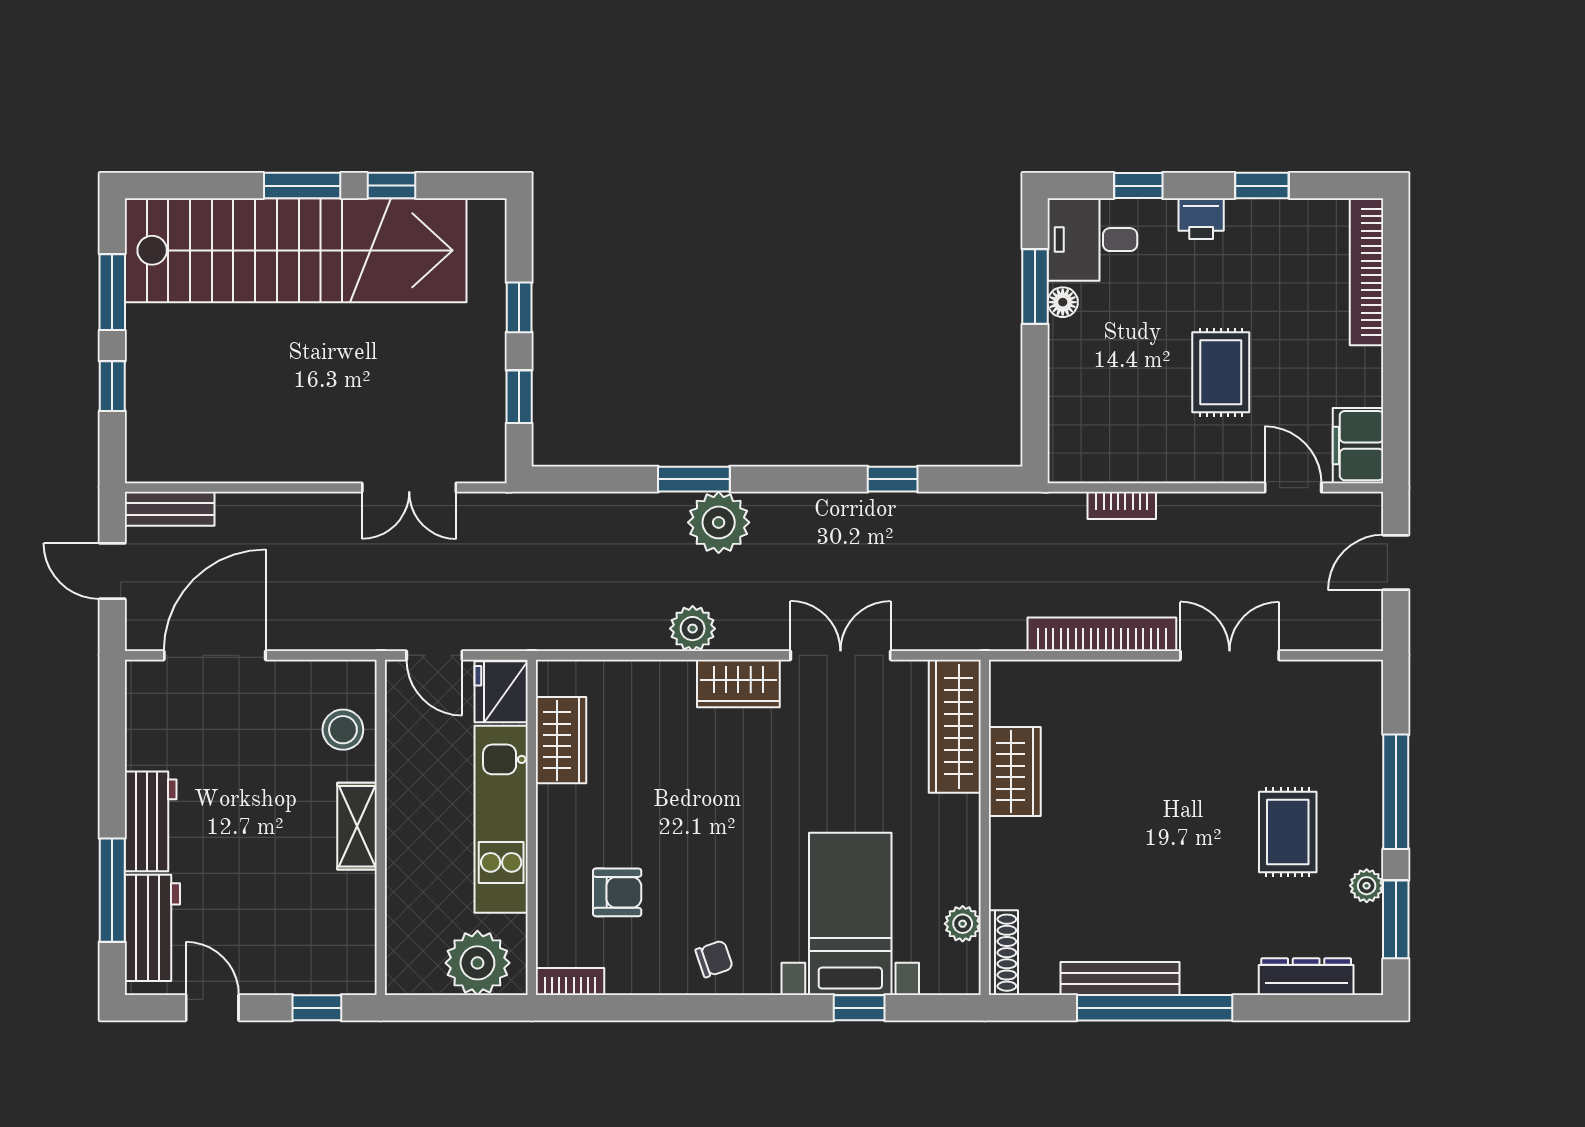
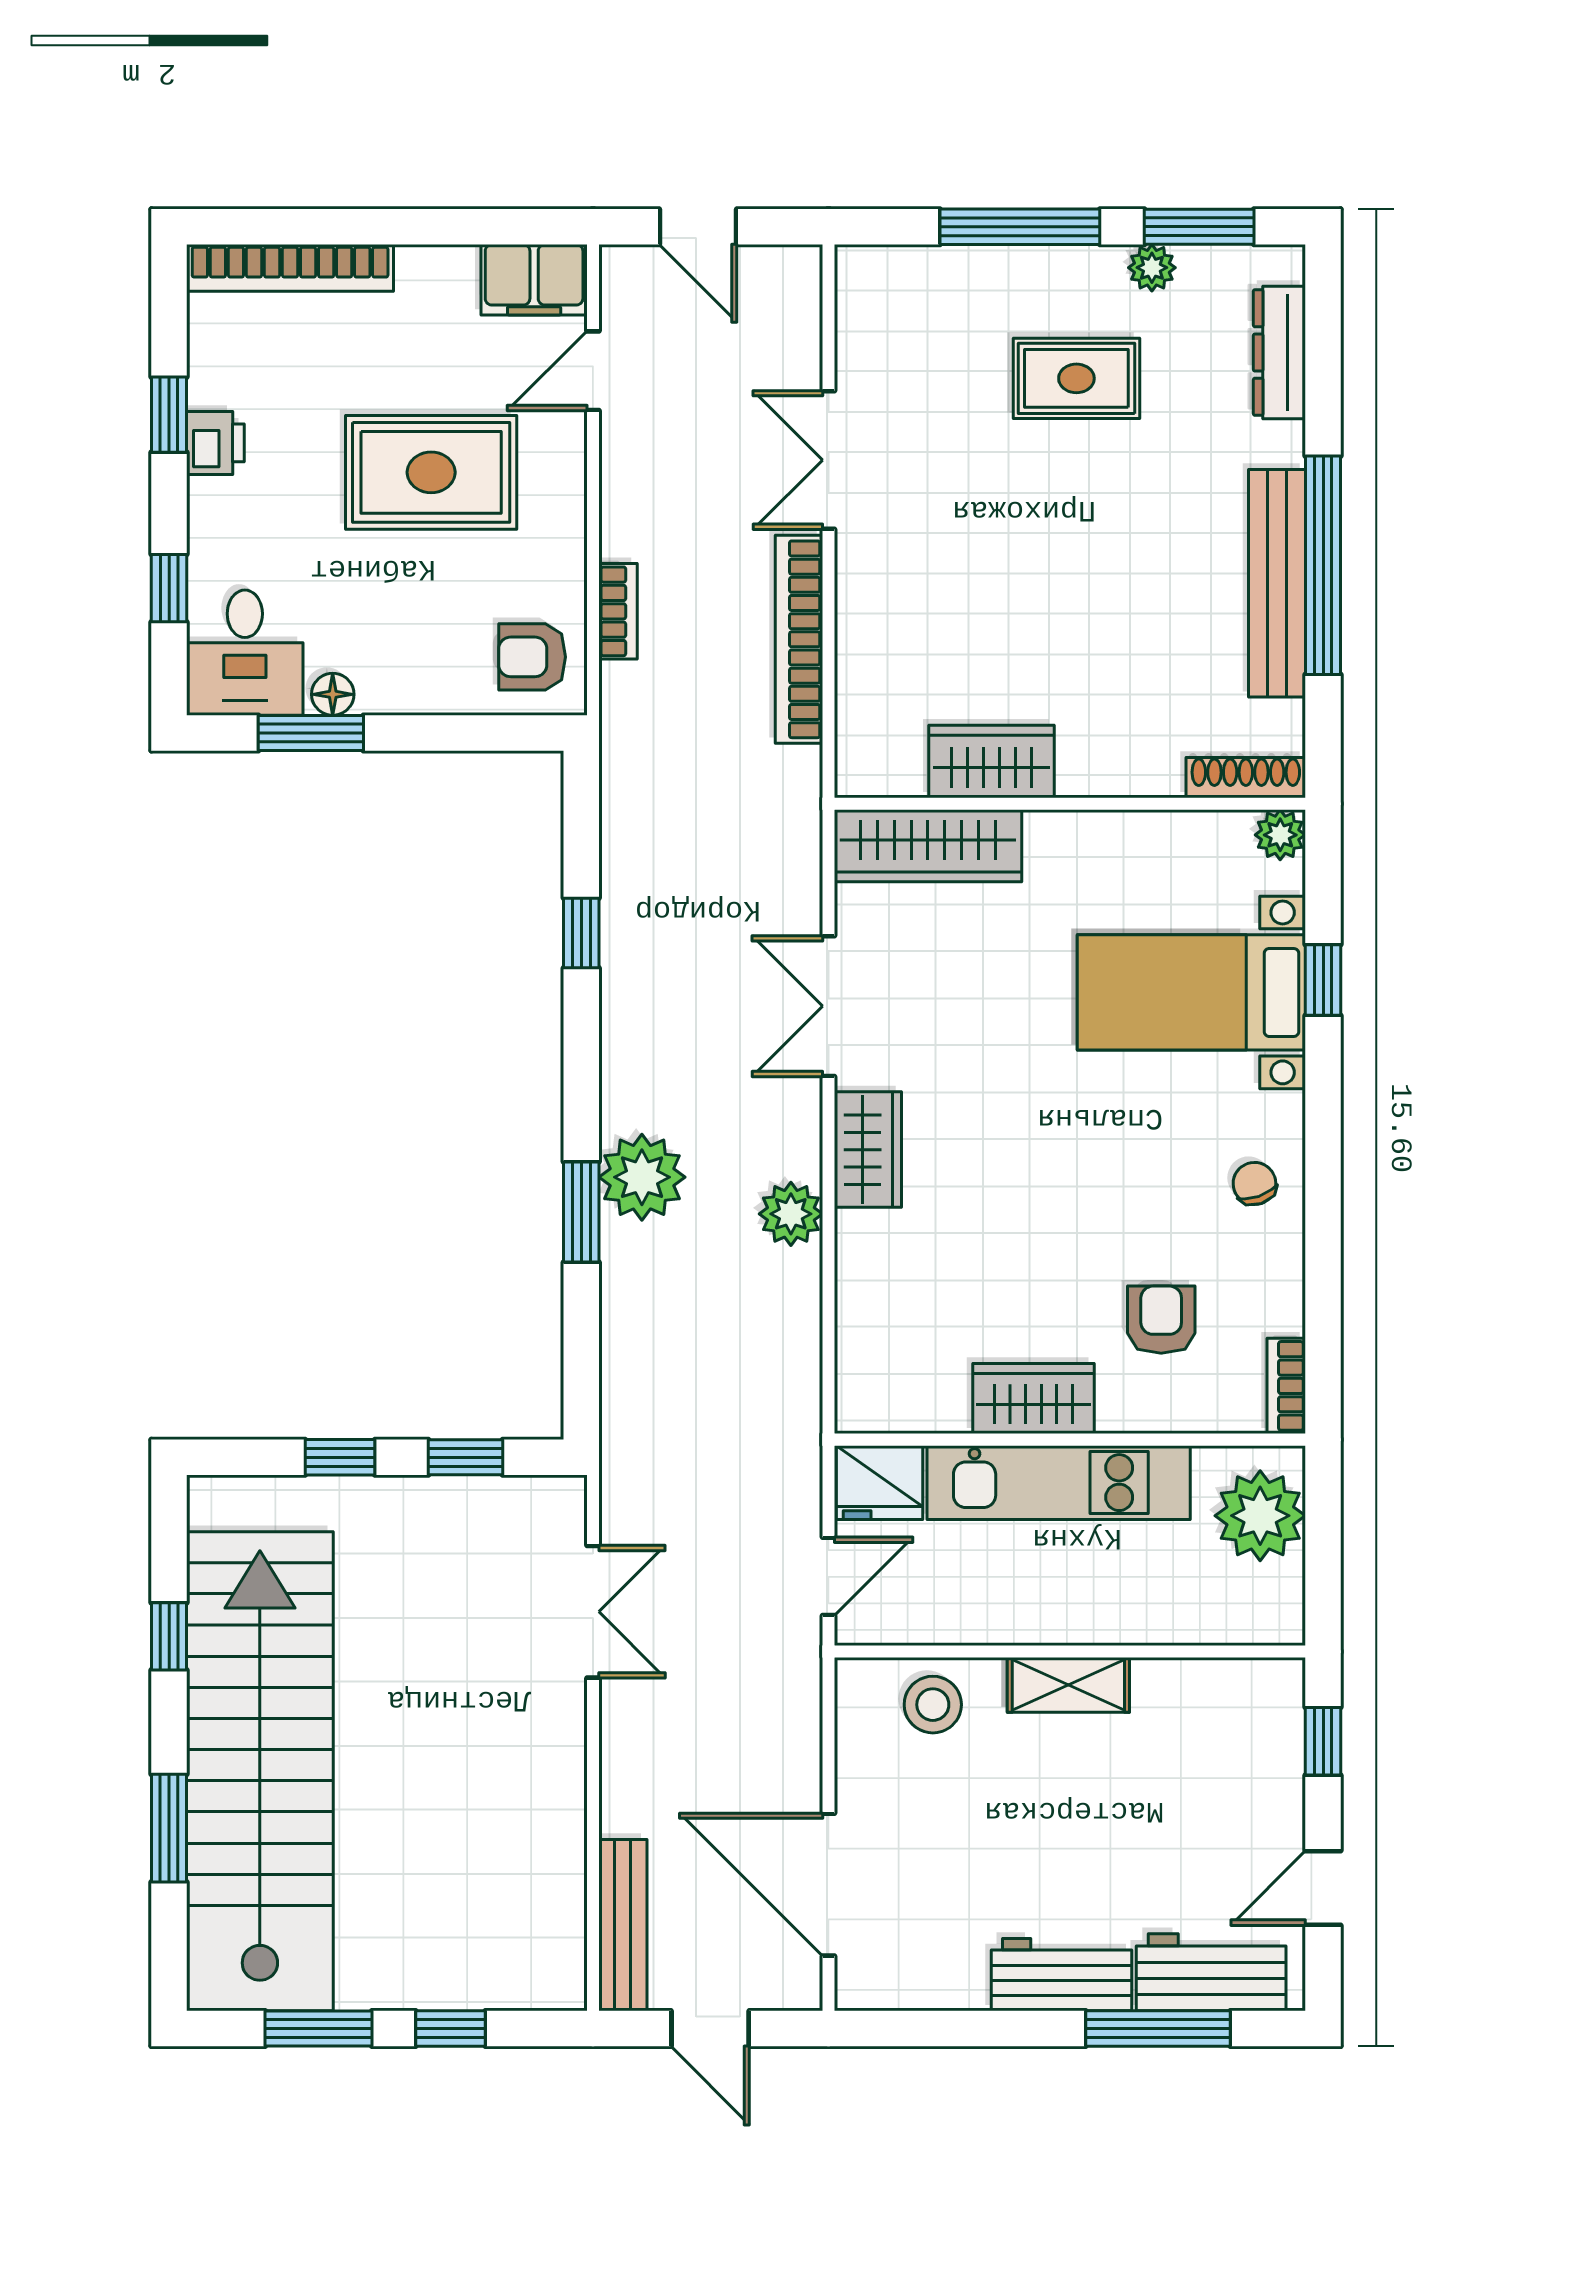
window: (302, 186) -> (169, 1828), moved
printer: (1201, 219) -> (215, 443), moved
rug: (1221, 372) -> (431, 472), width x1.36, depth x1.43
armchair: (1089, 444) -> (532, 657), added
bench: (170, 509) -> (623, 1925), width x1.36
door: (112, 571) -> (710, 2028), hinge flipped
wardrobe: (561, 740) -> (1034, 1399), moved
plant: (963, 924) -> (1280, 835), moved
bench: (1120, 978) -> (1277, 583), width x1.37, depth x1.21

